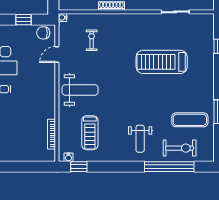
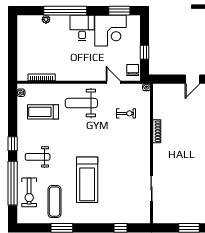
treadmill: (162, 62) -> (87, 180), moved, turned 180
weight bench: (80, 90) -> (81, 103), turned 90
window: (79, 167) -> (13, 144), moved

